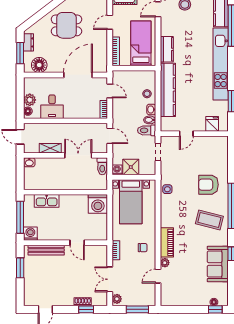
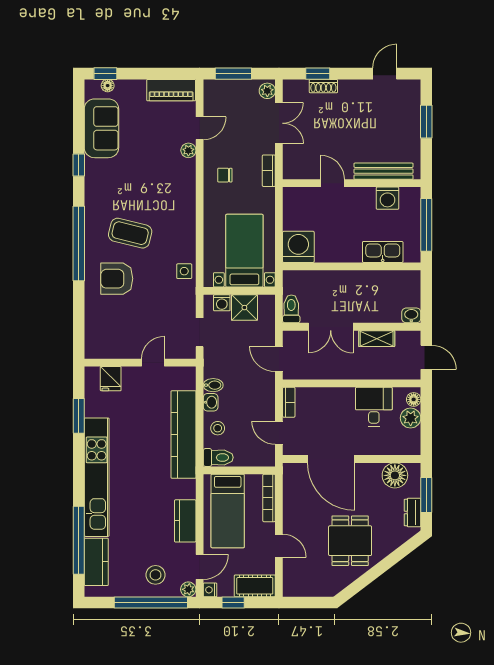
door: (110, 22) -> (279, 546), hinge flipped
dining table: (66, 25) -> (350, 541), turned 90
kitchen counter: (167, 49) -> (185, 521), moved
door: (78, 75) -> (331, 459), hinge flipped
toilet: (147, 130) -> (218, 457), moved
washing machine: (117, 170) -> (222, 303), moved
armchair: (208, 185) -> (117, 279), turned 180
coffee table: (209, 220) -> (130, 233), moved
washing machine: (30, 234) -> (387, 198), moved
piano: (167, 242) -> (171, 90), moved, turned -90
sofa: (218, 264) -> (101, 128), moved
window: (20, 268) -> (426, 122), moved

